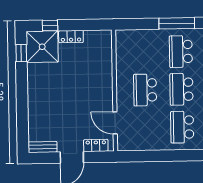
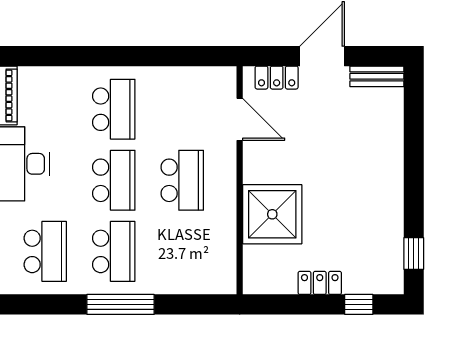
shower: (42, 47) -> (272, 214), moved

